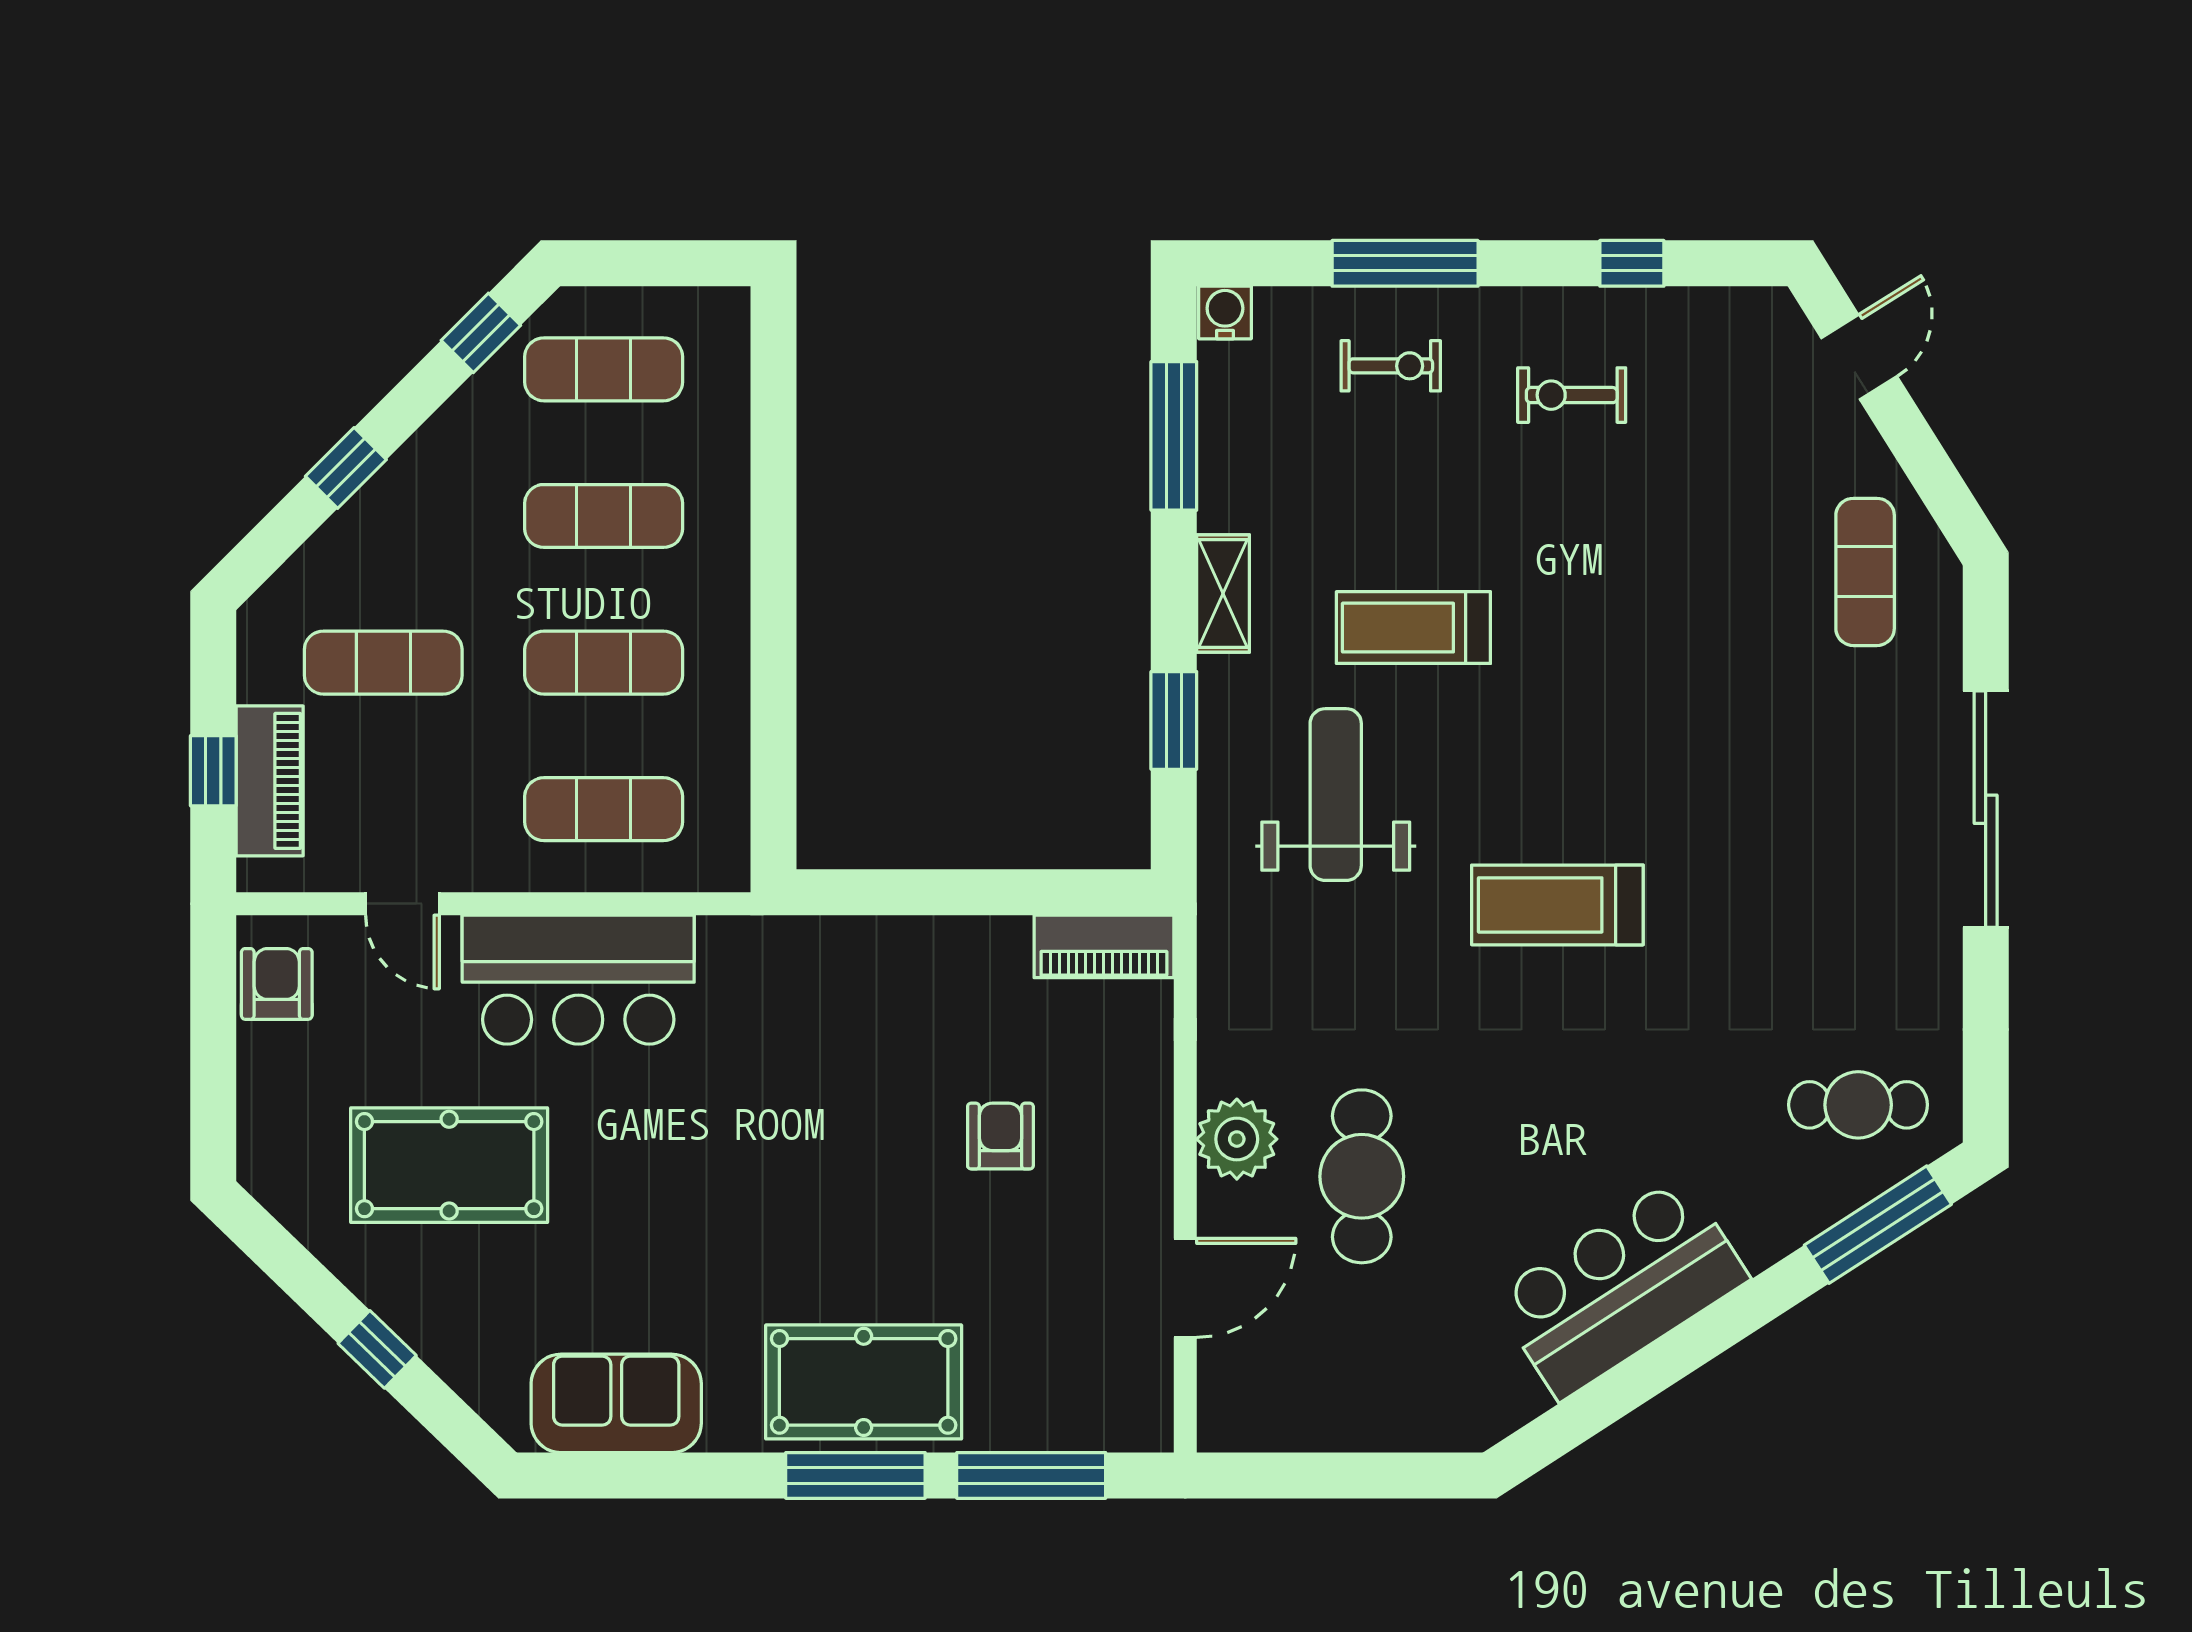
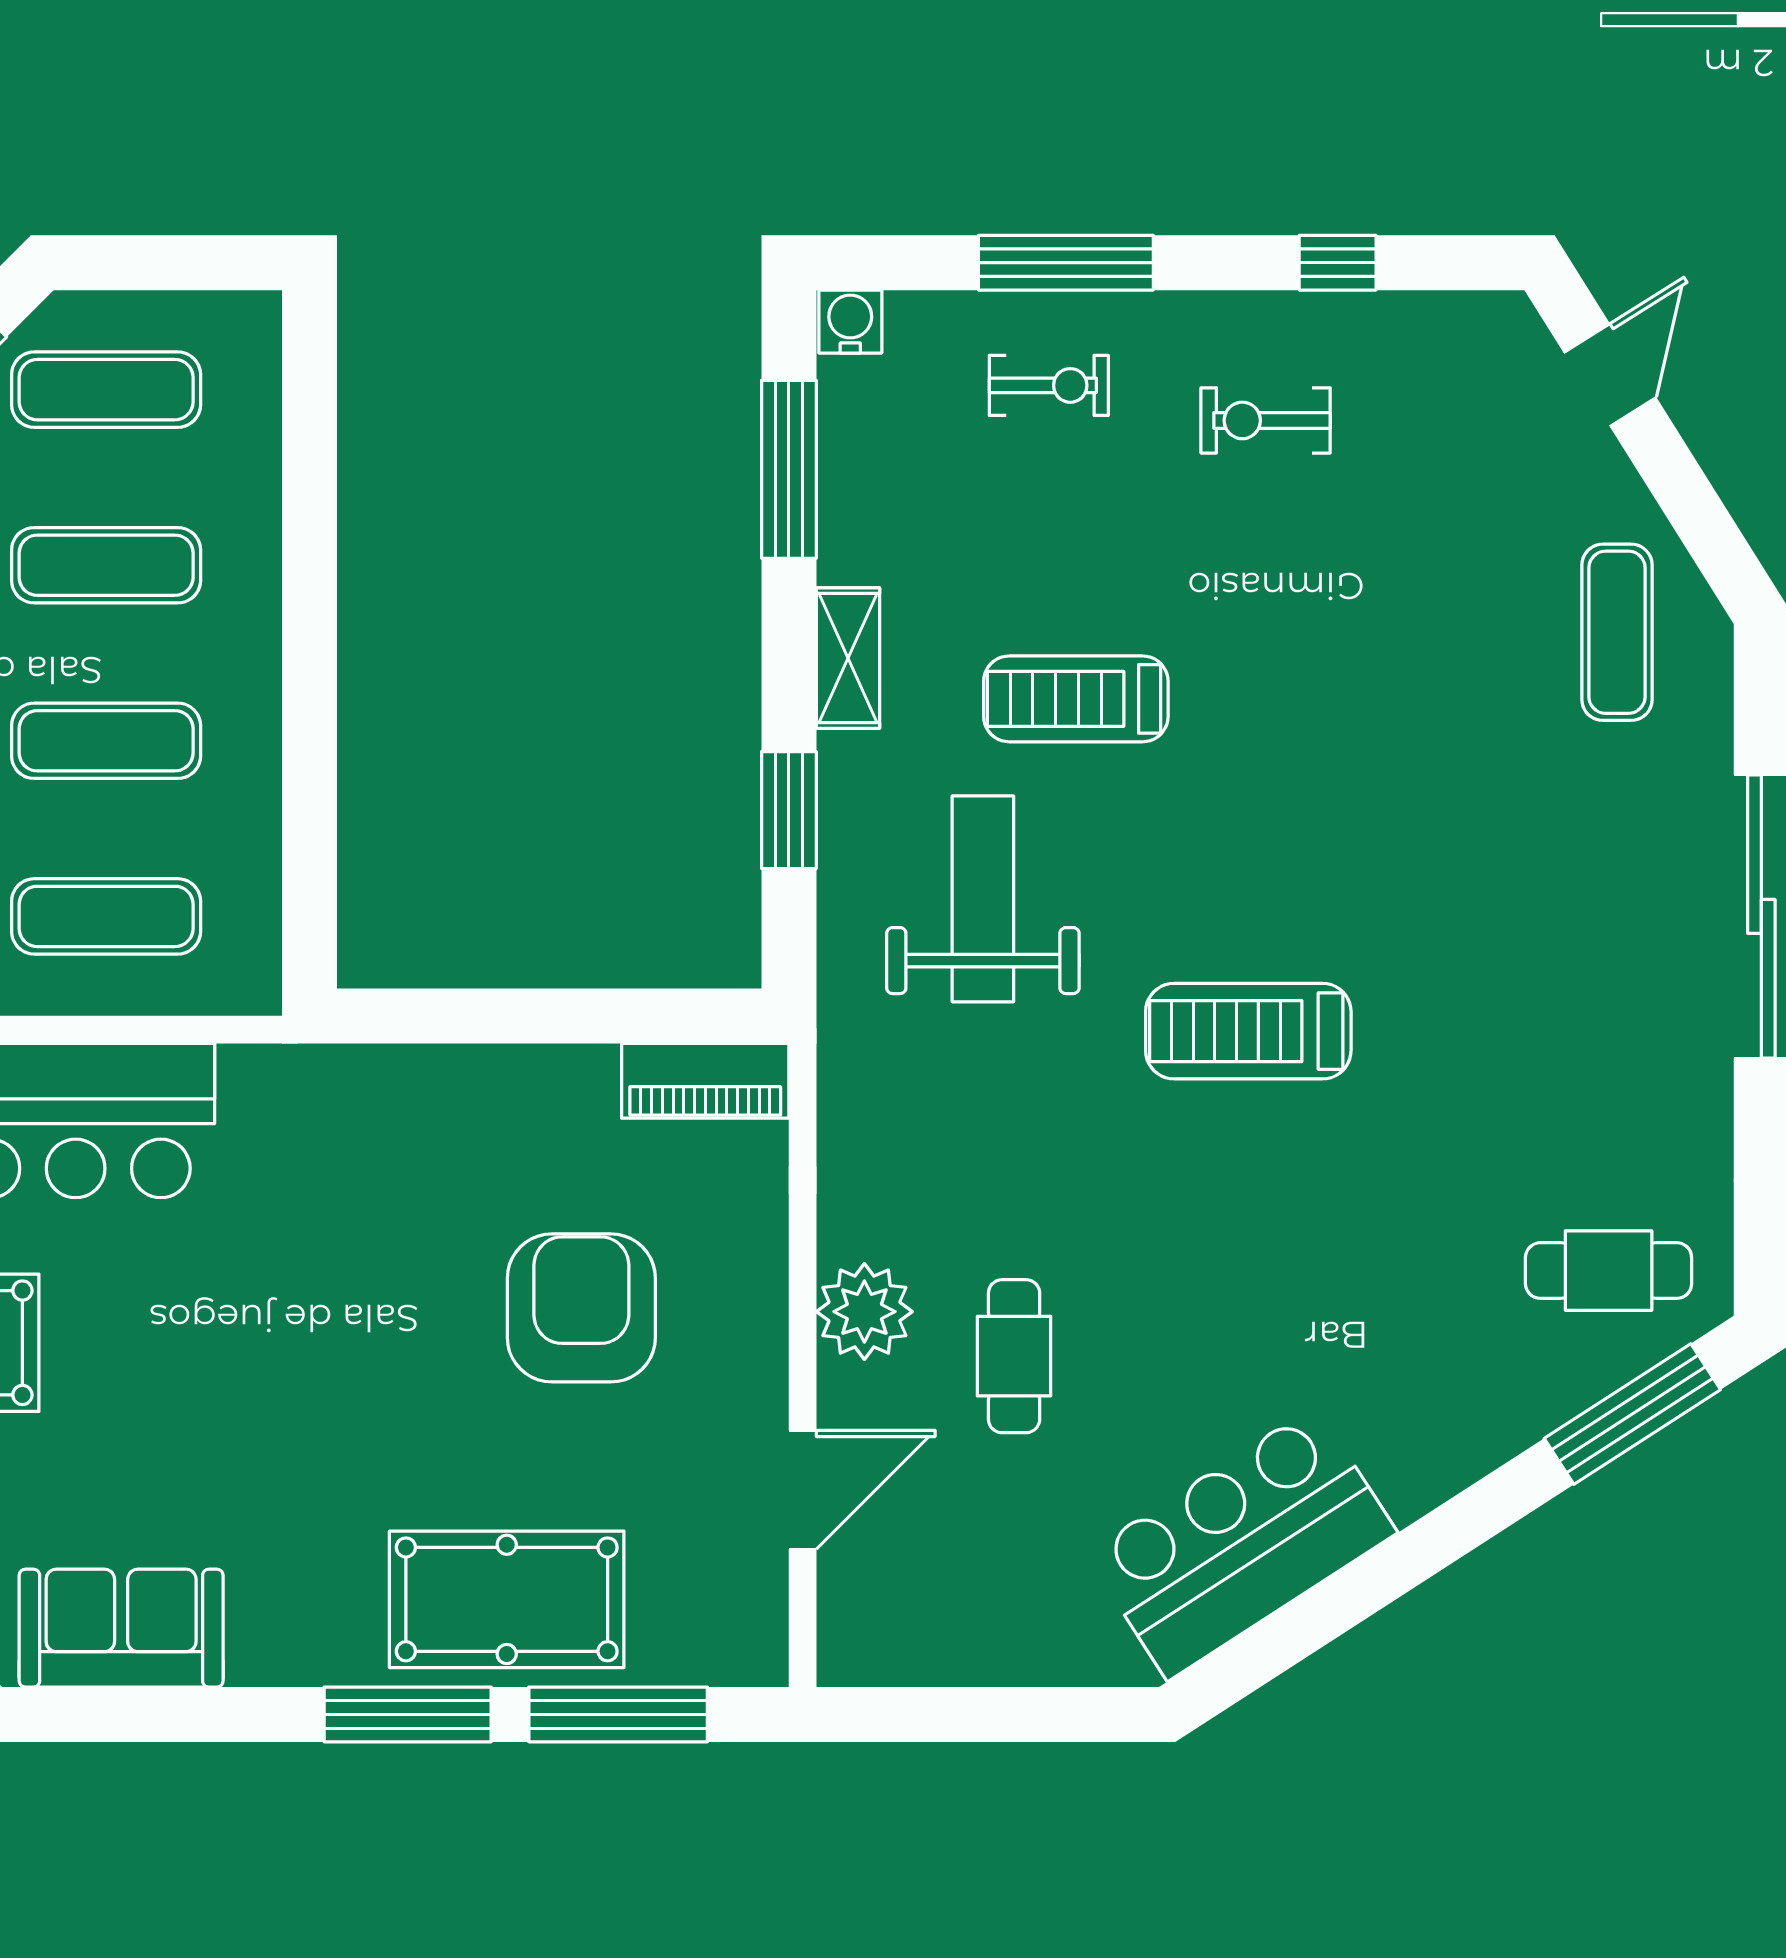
armchair: (1000, 1136) -> (581, 1308), width x1.88, depth x1.88
cafe table: (1362, 1176) -> (1014, 1356), width x0.73, depth x0.74
bar counter: (1621, 1288) -> (1241, 1543), moved
pool table: (864, 1382) -> (507, 1599), moved

